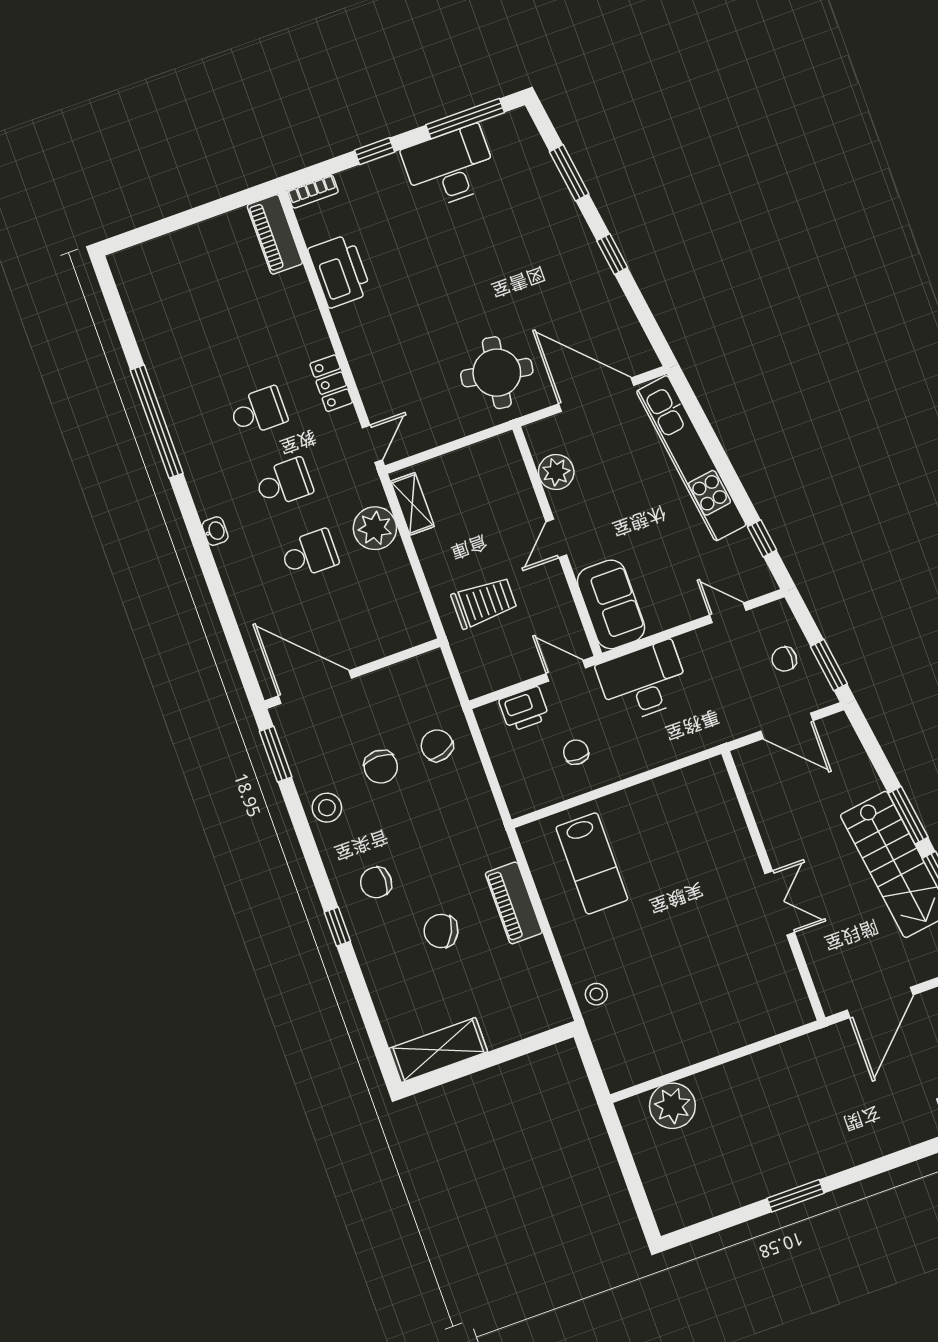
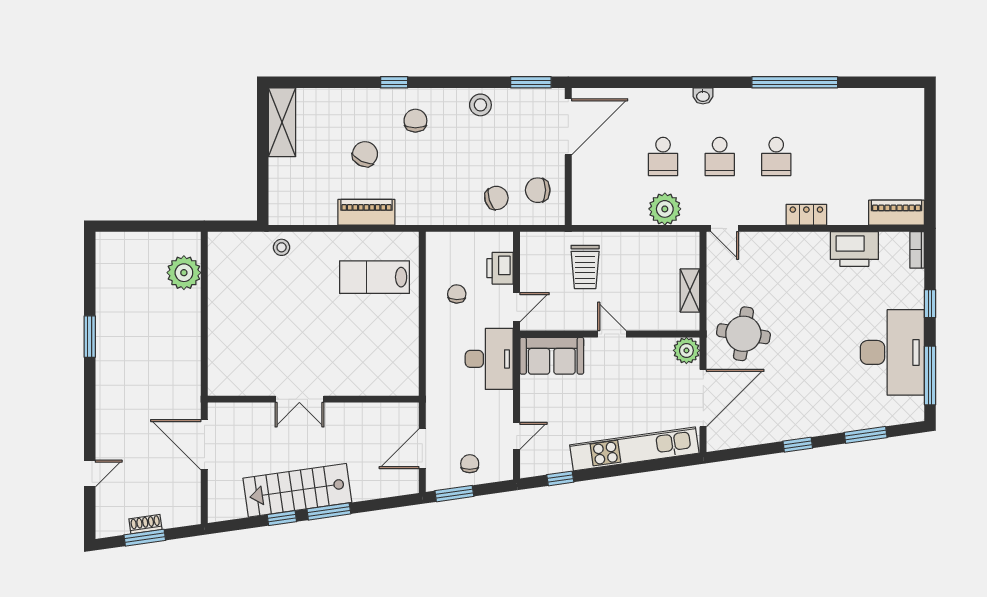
desk: (450, 167) -> (892, 352), width x1.36, depth x1.30
locker: (331, 383) -> (806, 215), moved
plant: (556, 472) -> (686, 350), moved
shelving: (412, 504) -> (690, 291), moved, turned 90
chair: (576, 752) -> (457, 294), turned -88
chair: (381, 767) -> (538, 190), moved

